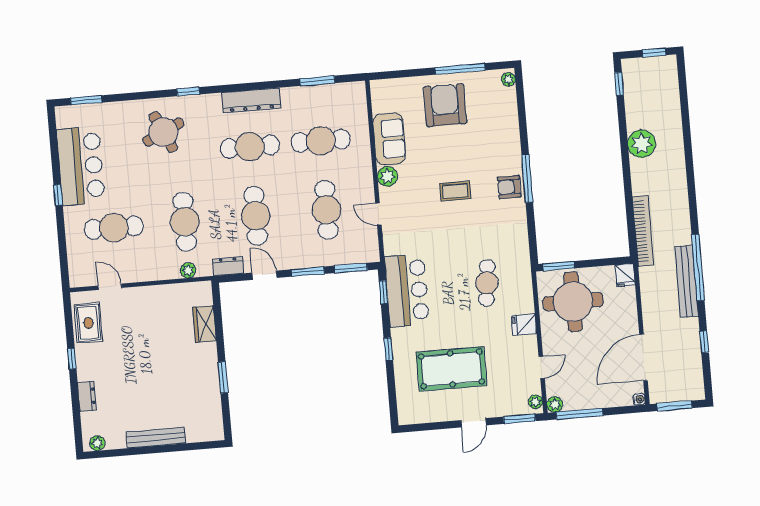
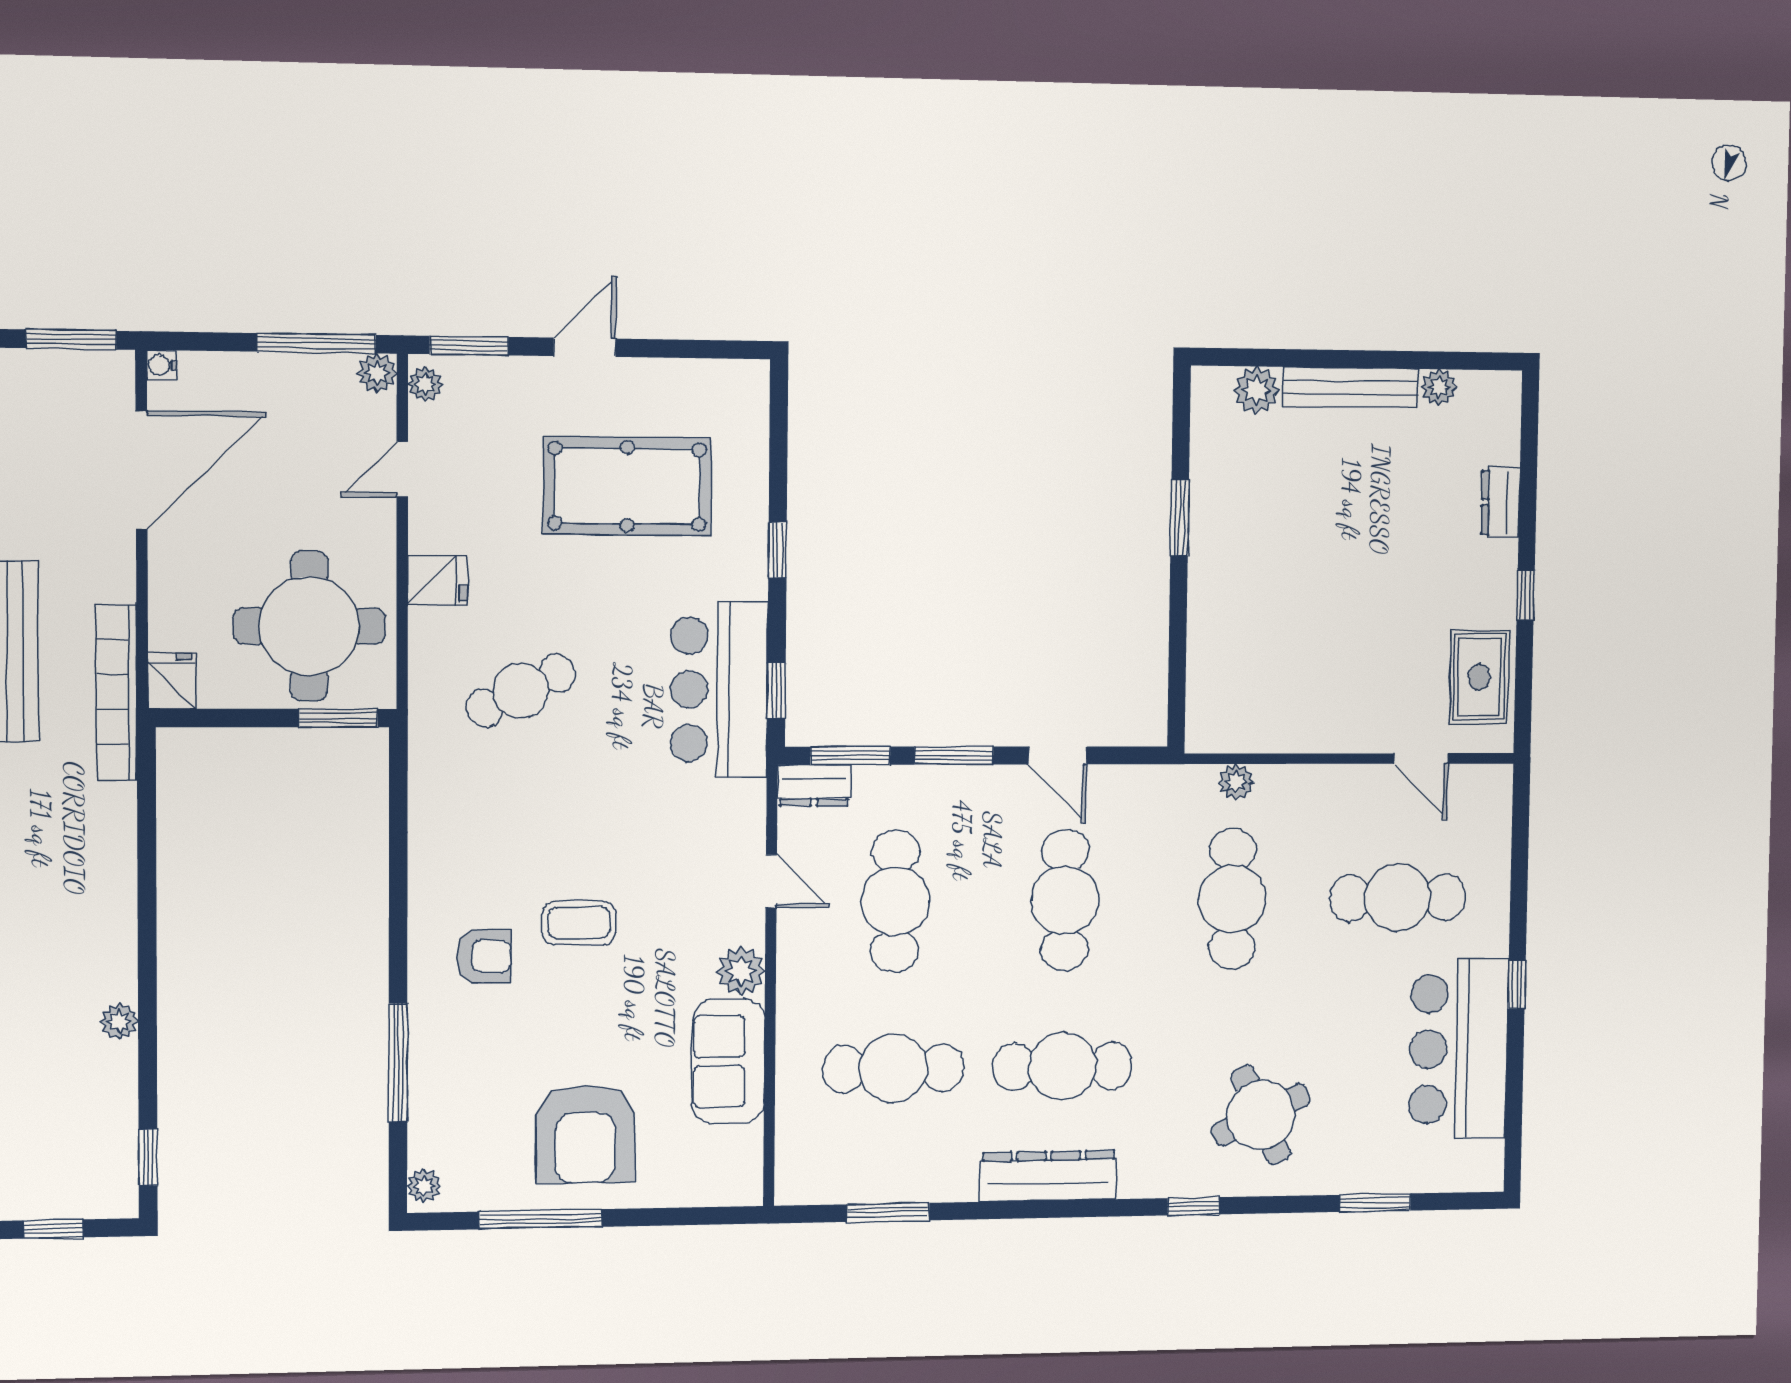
window: (86, 100) -> (1375, 1203), moved
plant: (642, 144) -> (119, 1021), width x0.53, depth x0.53
window: (527, 178) -> (398, 1063), moved
armchair: (509, 187) -> (484, 956), moved
bookcase: (643, 231) -> (116, 692), moved
dresser: (228, 266) -> (814, 785), moved
cafe table: (487, 283) -> (521, 691), turned 58
wardrobe: (205, 324) -> (1210, 650), removed
plant: (196, 433) -> (1257, 390), added
plant: (97, 443) -> (1439, 387), moved

